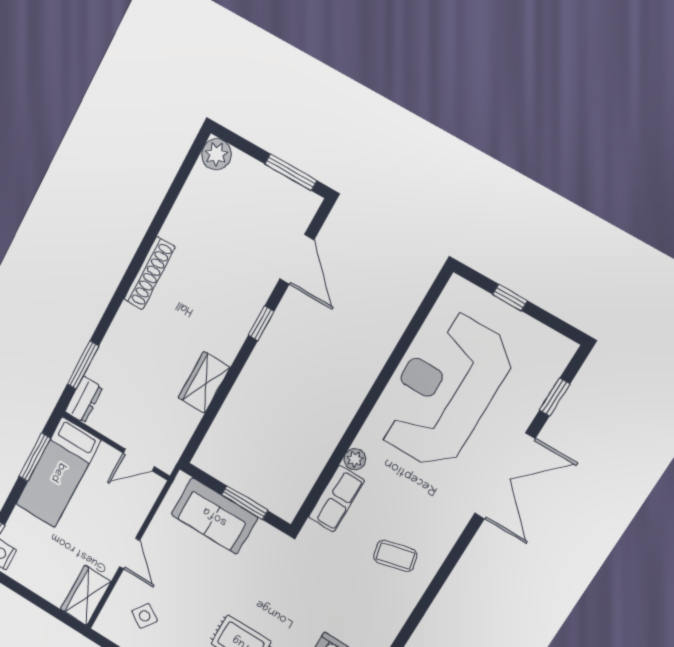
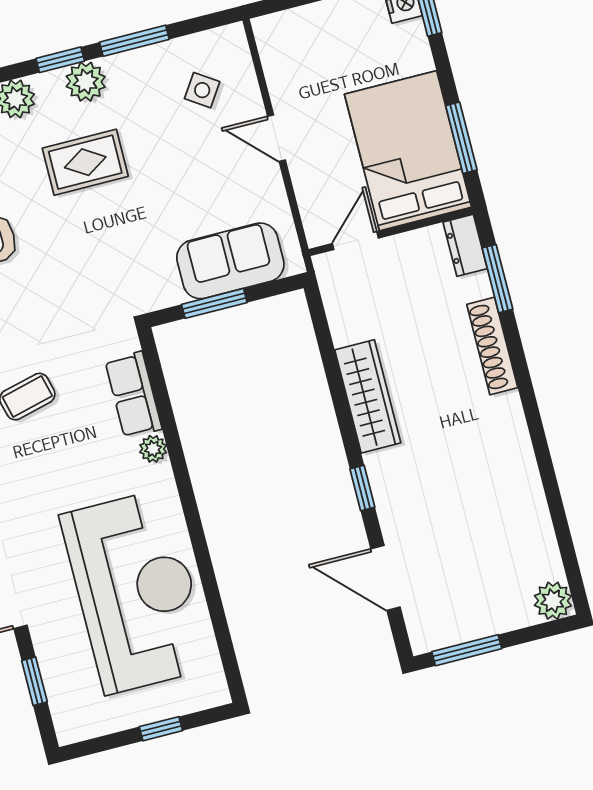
shoe rack: (149, 273) -> (492, 346), moved
wardrobe: (204, 382) -> (368, 396), width x1.50
bed: (58, 472) -> (408, 151), width x1.50
wardrobe: (86, 595) -> (280, 49), removed

